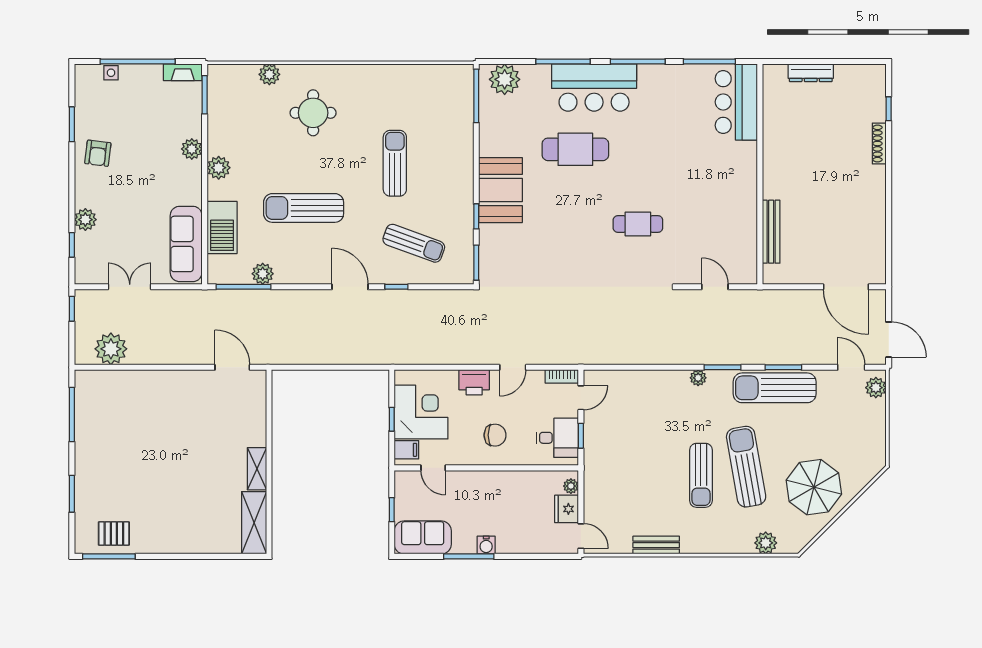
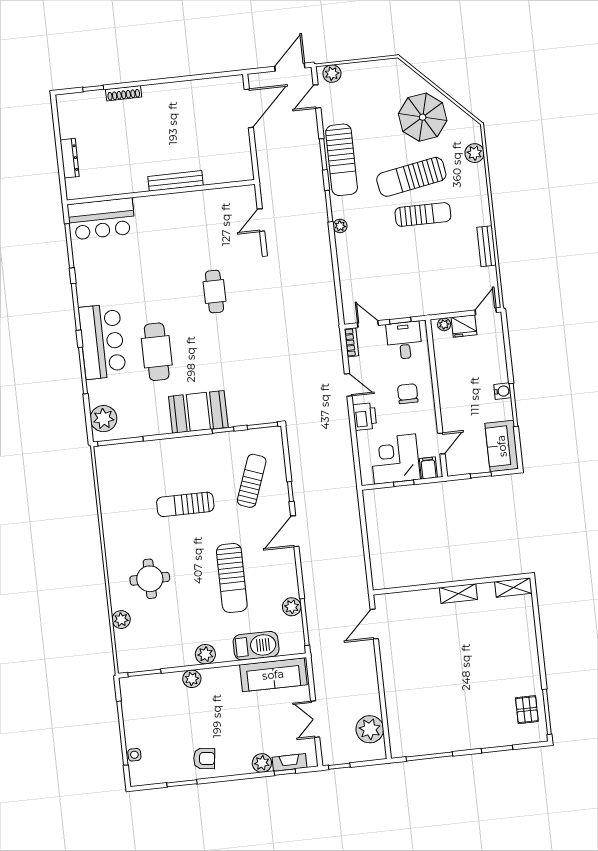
fireplace: (183, 72) -> (290, 762), moved, turned -90
bench: (771, 232) -> (175, 181), moved
shelving: (254, 523) -> (513, 587), width x0.67, depth x0.75

